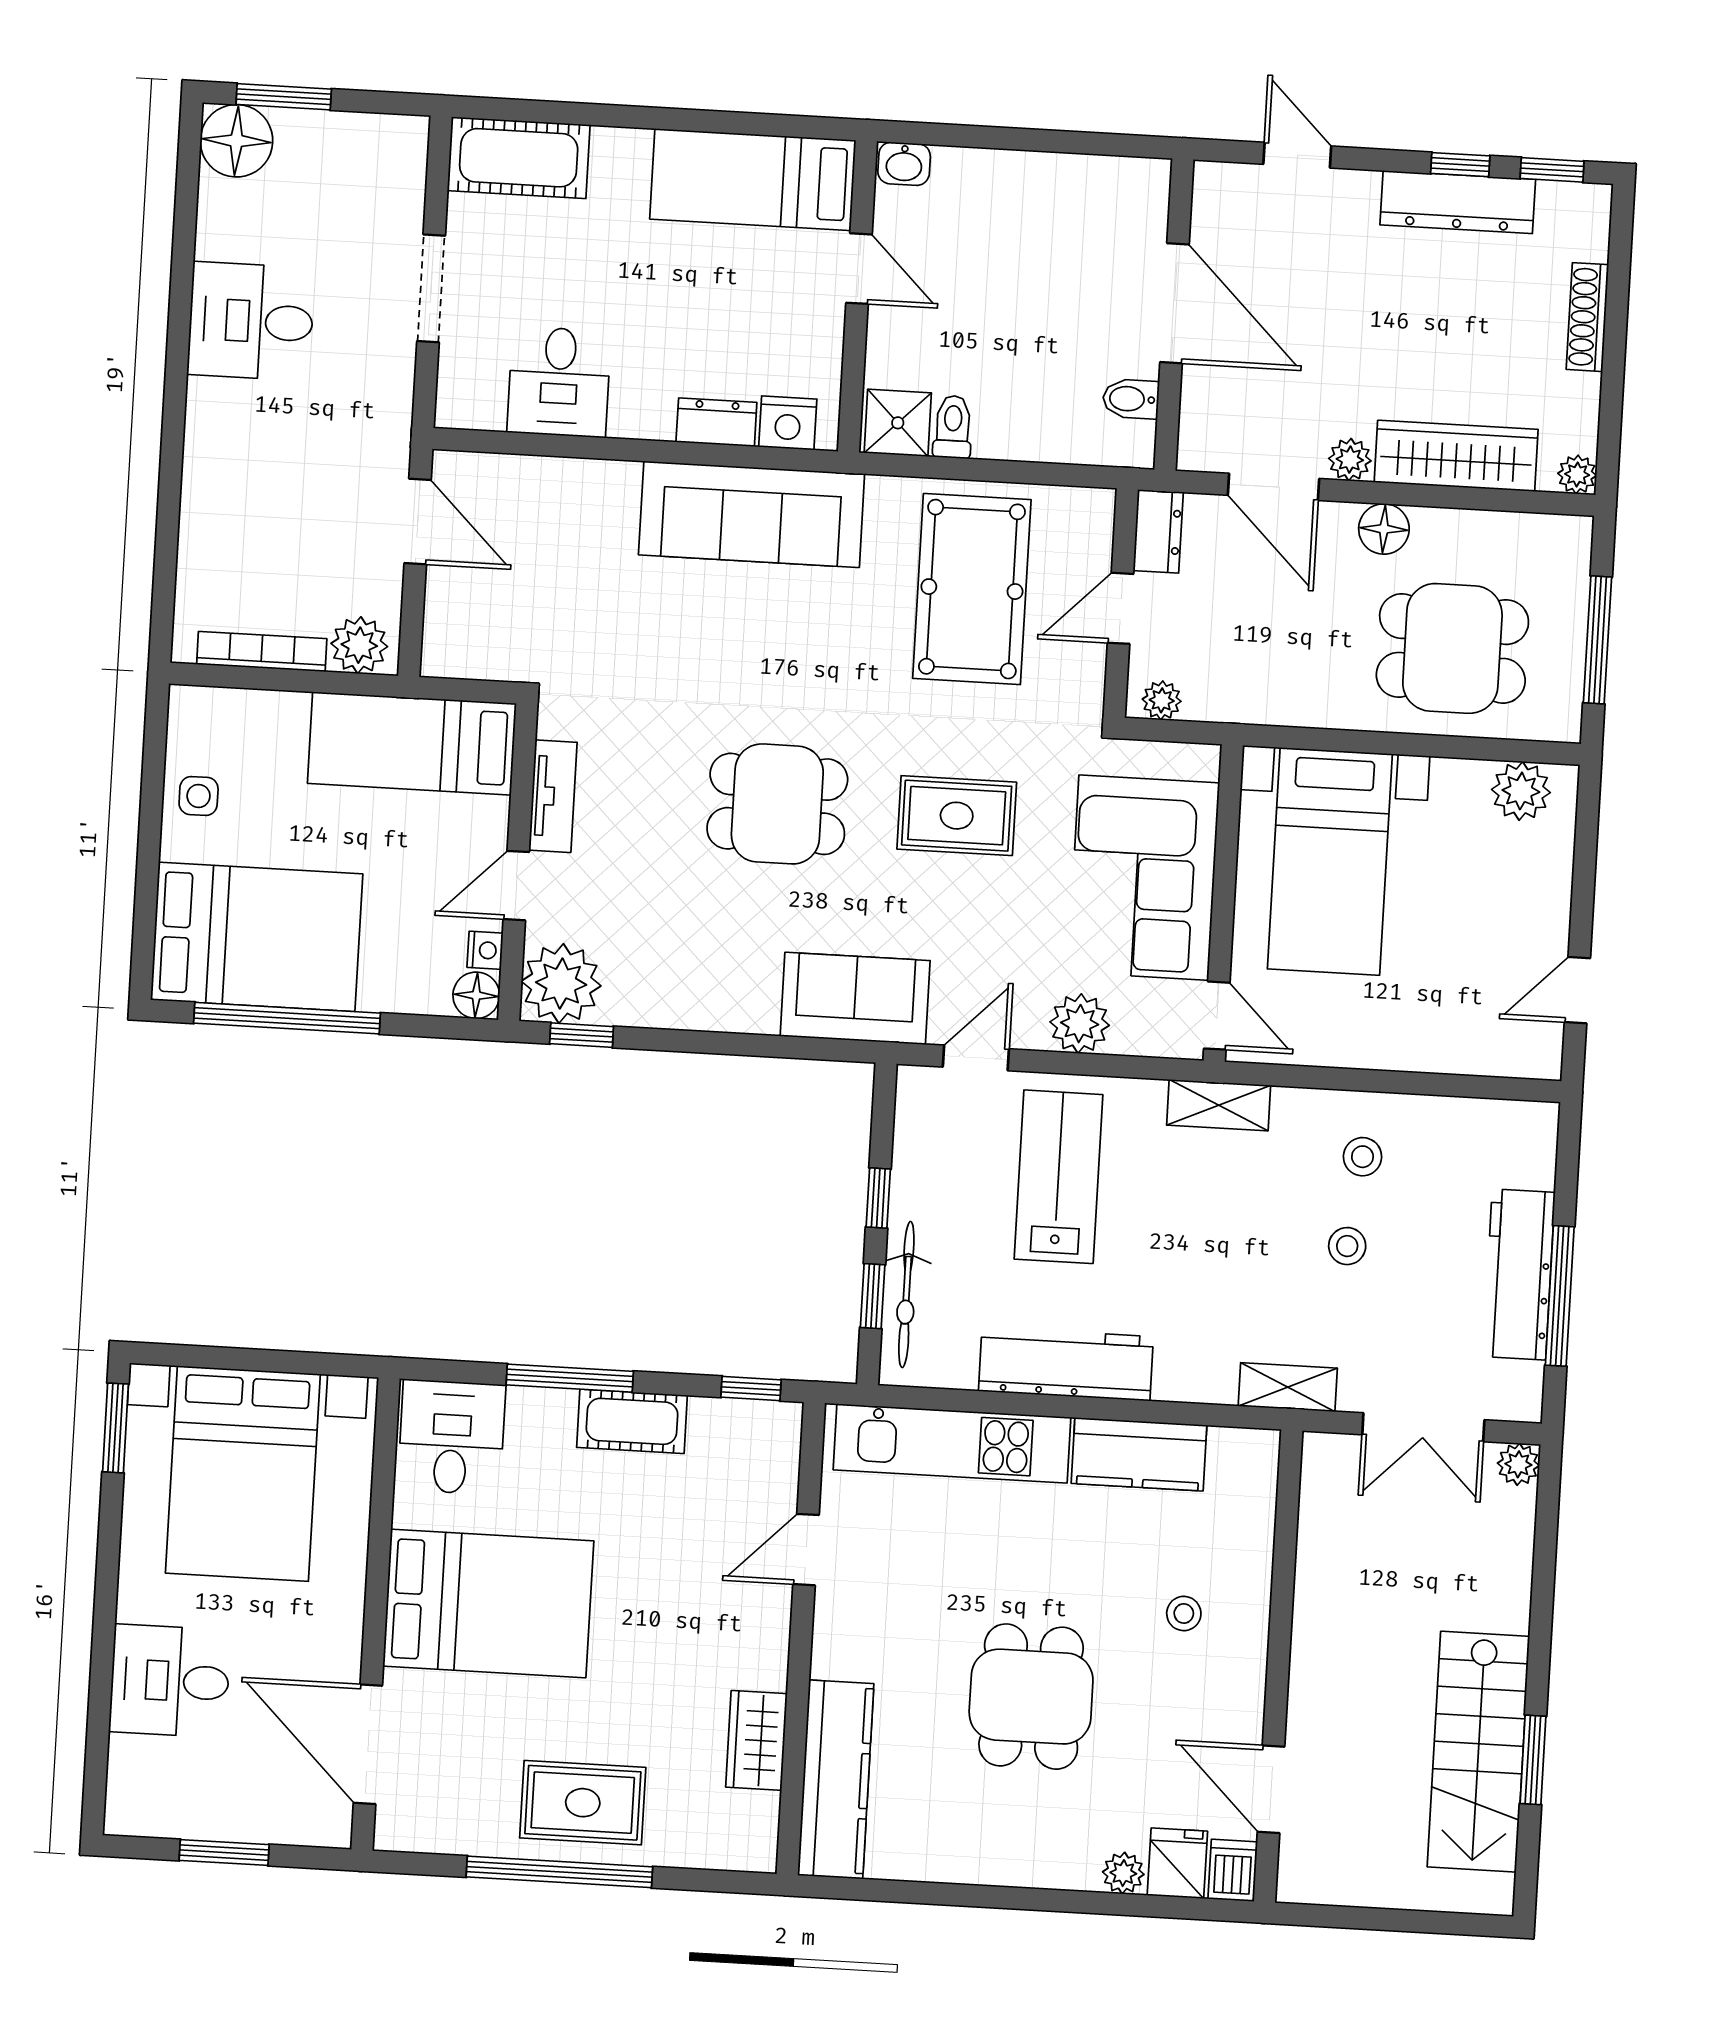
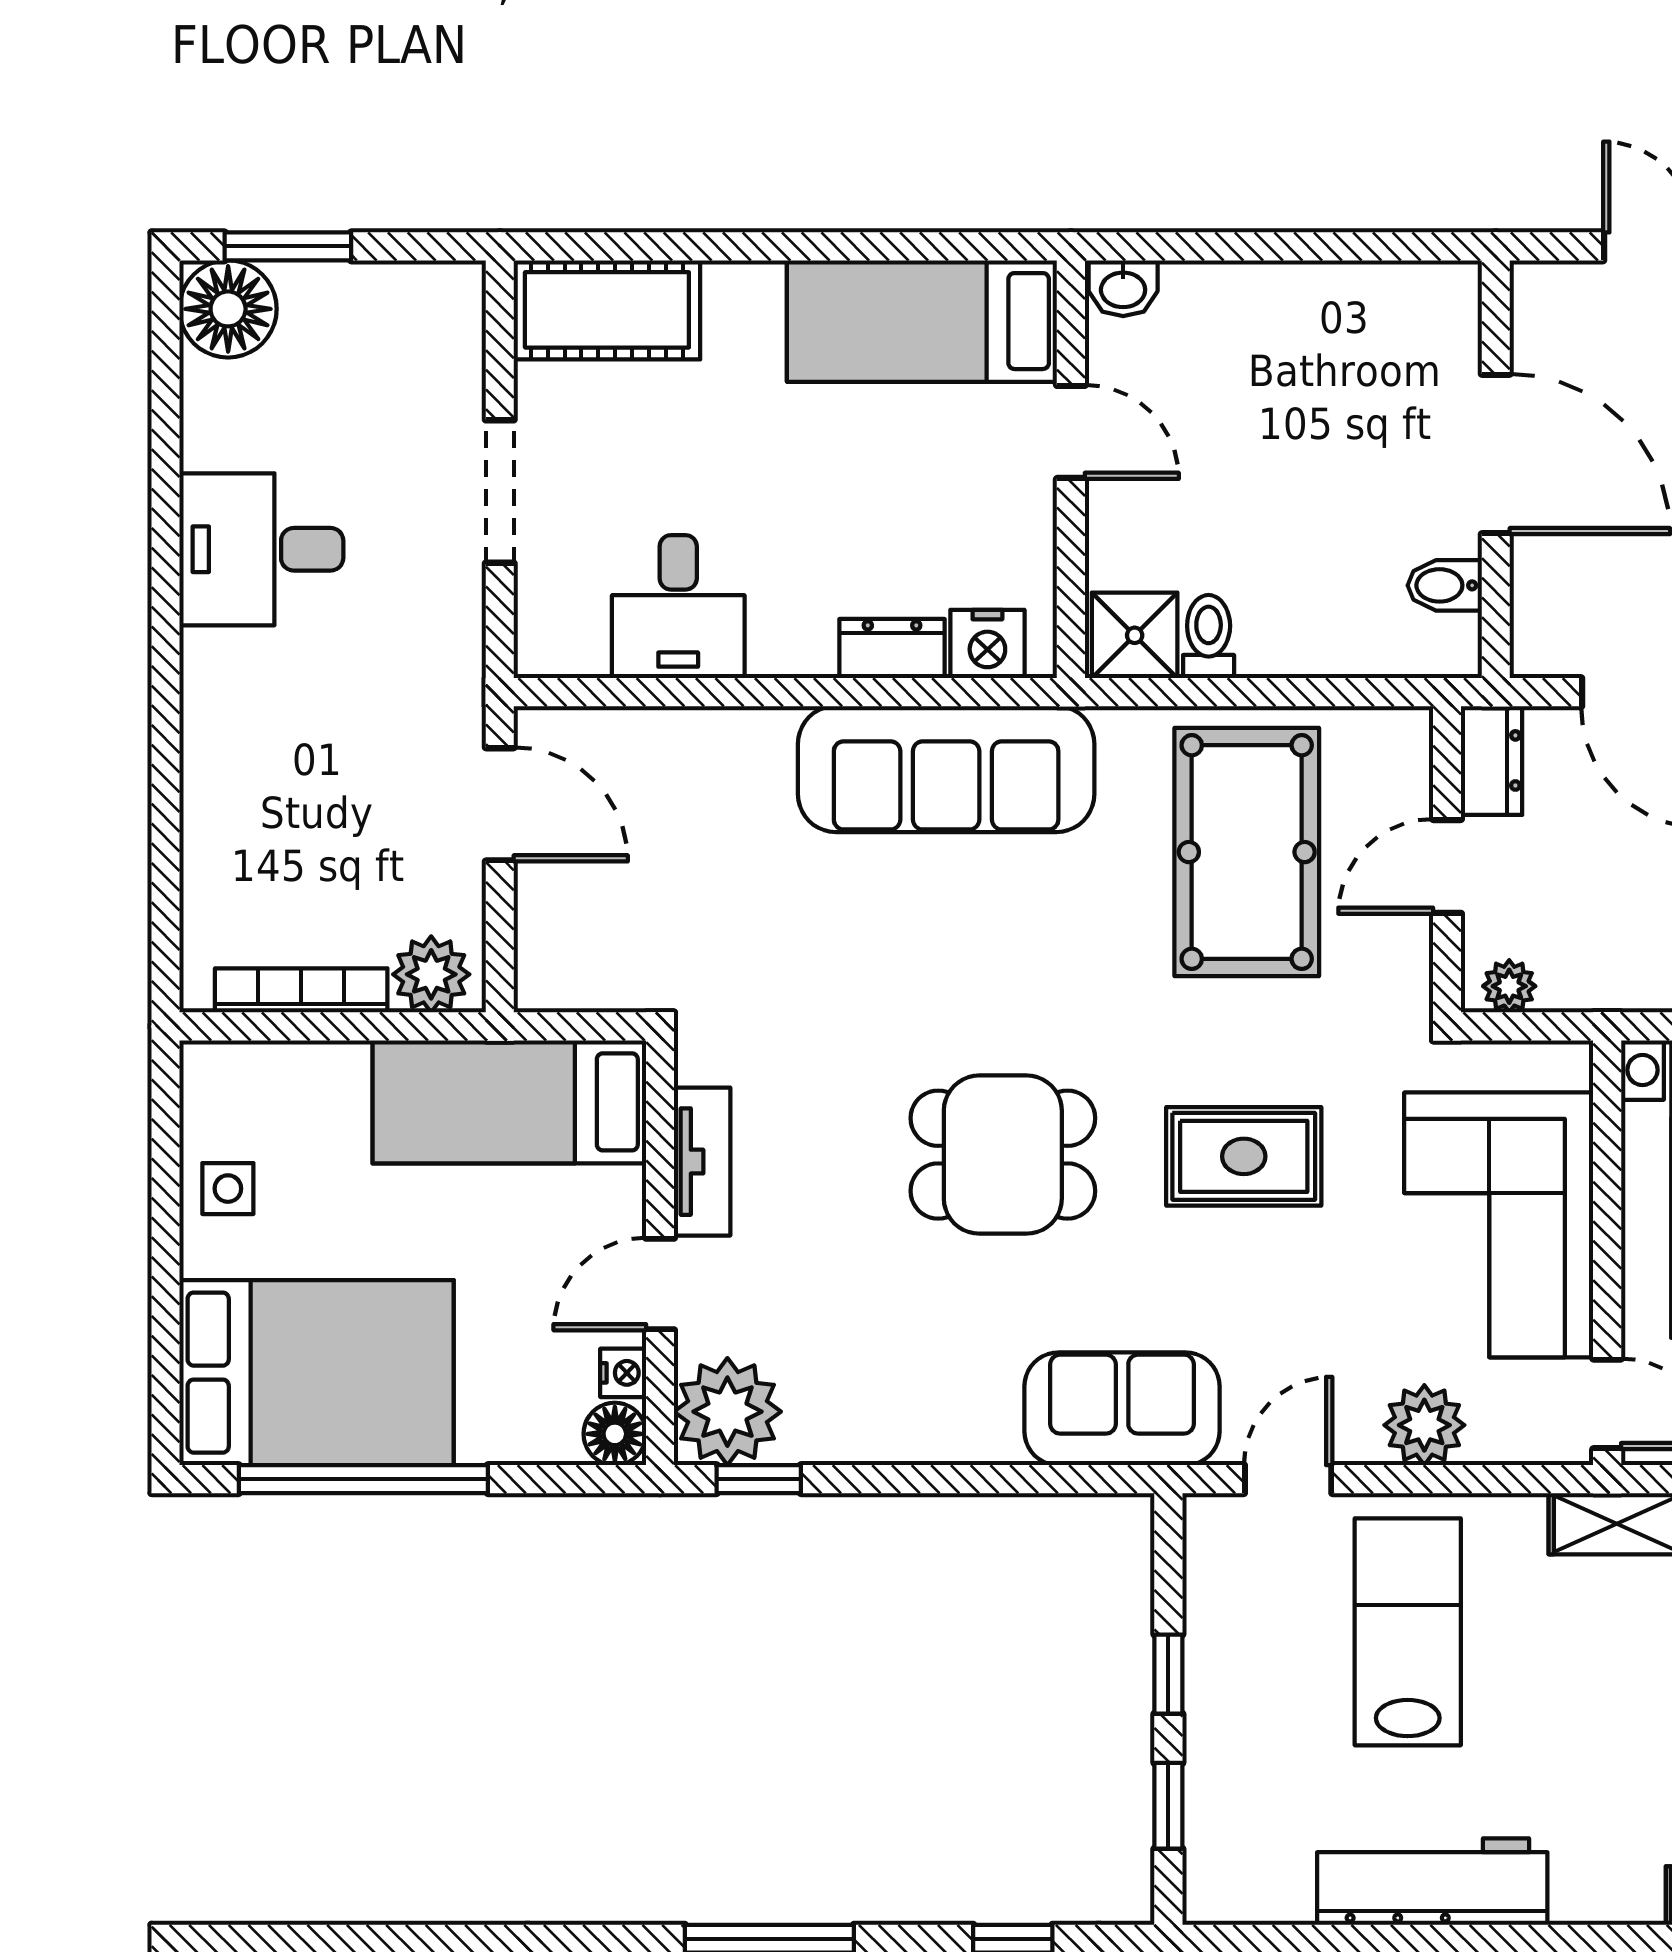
bicycle: (906, 1294) -> (1213, 1801), removed

